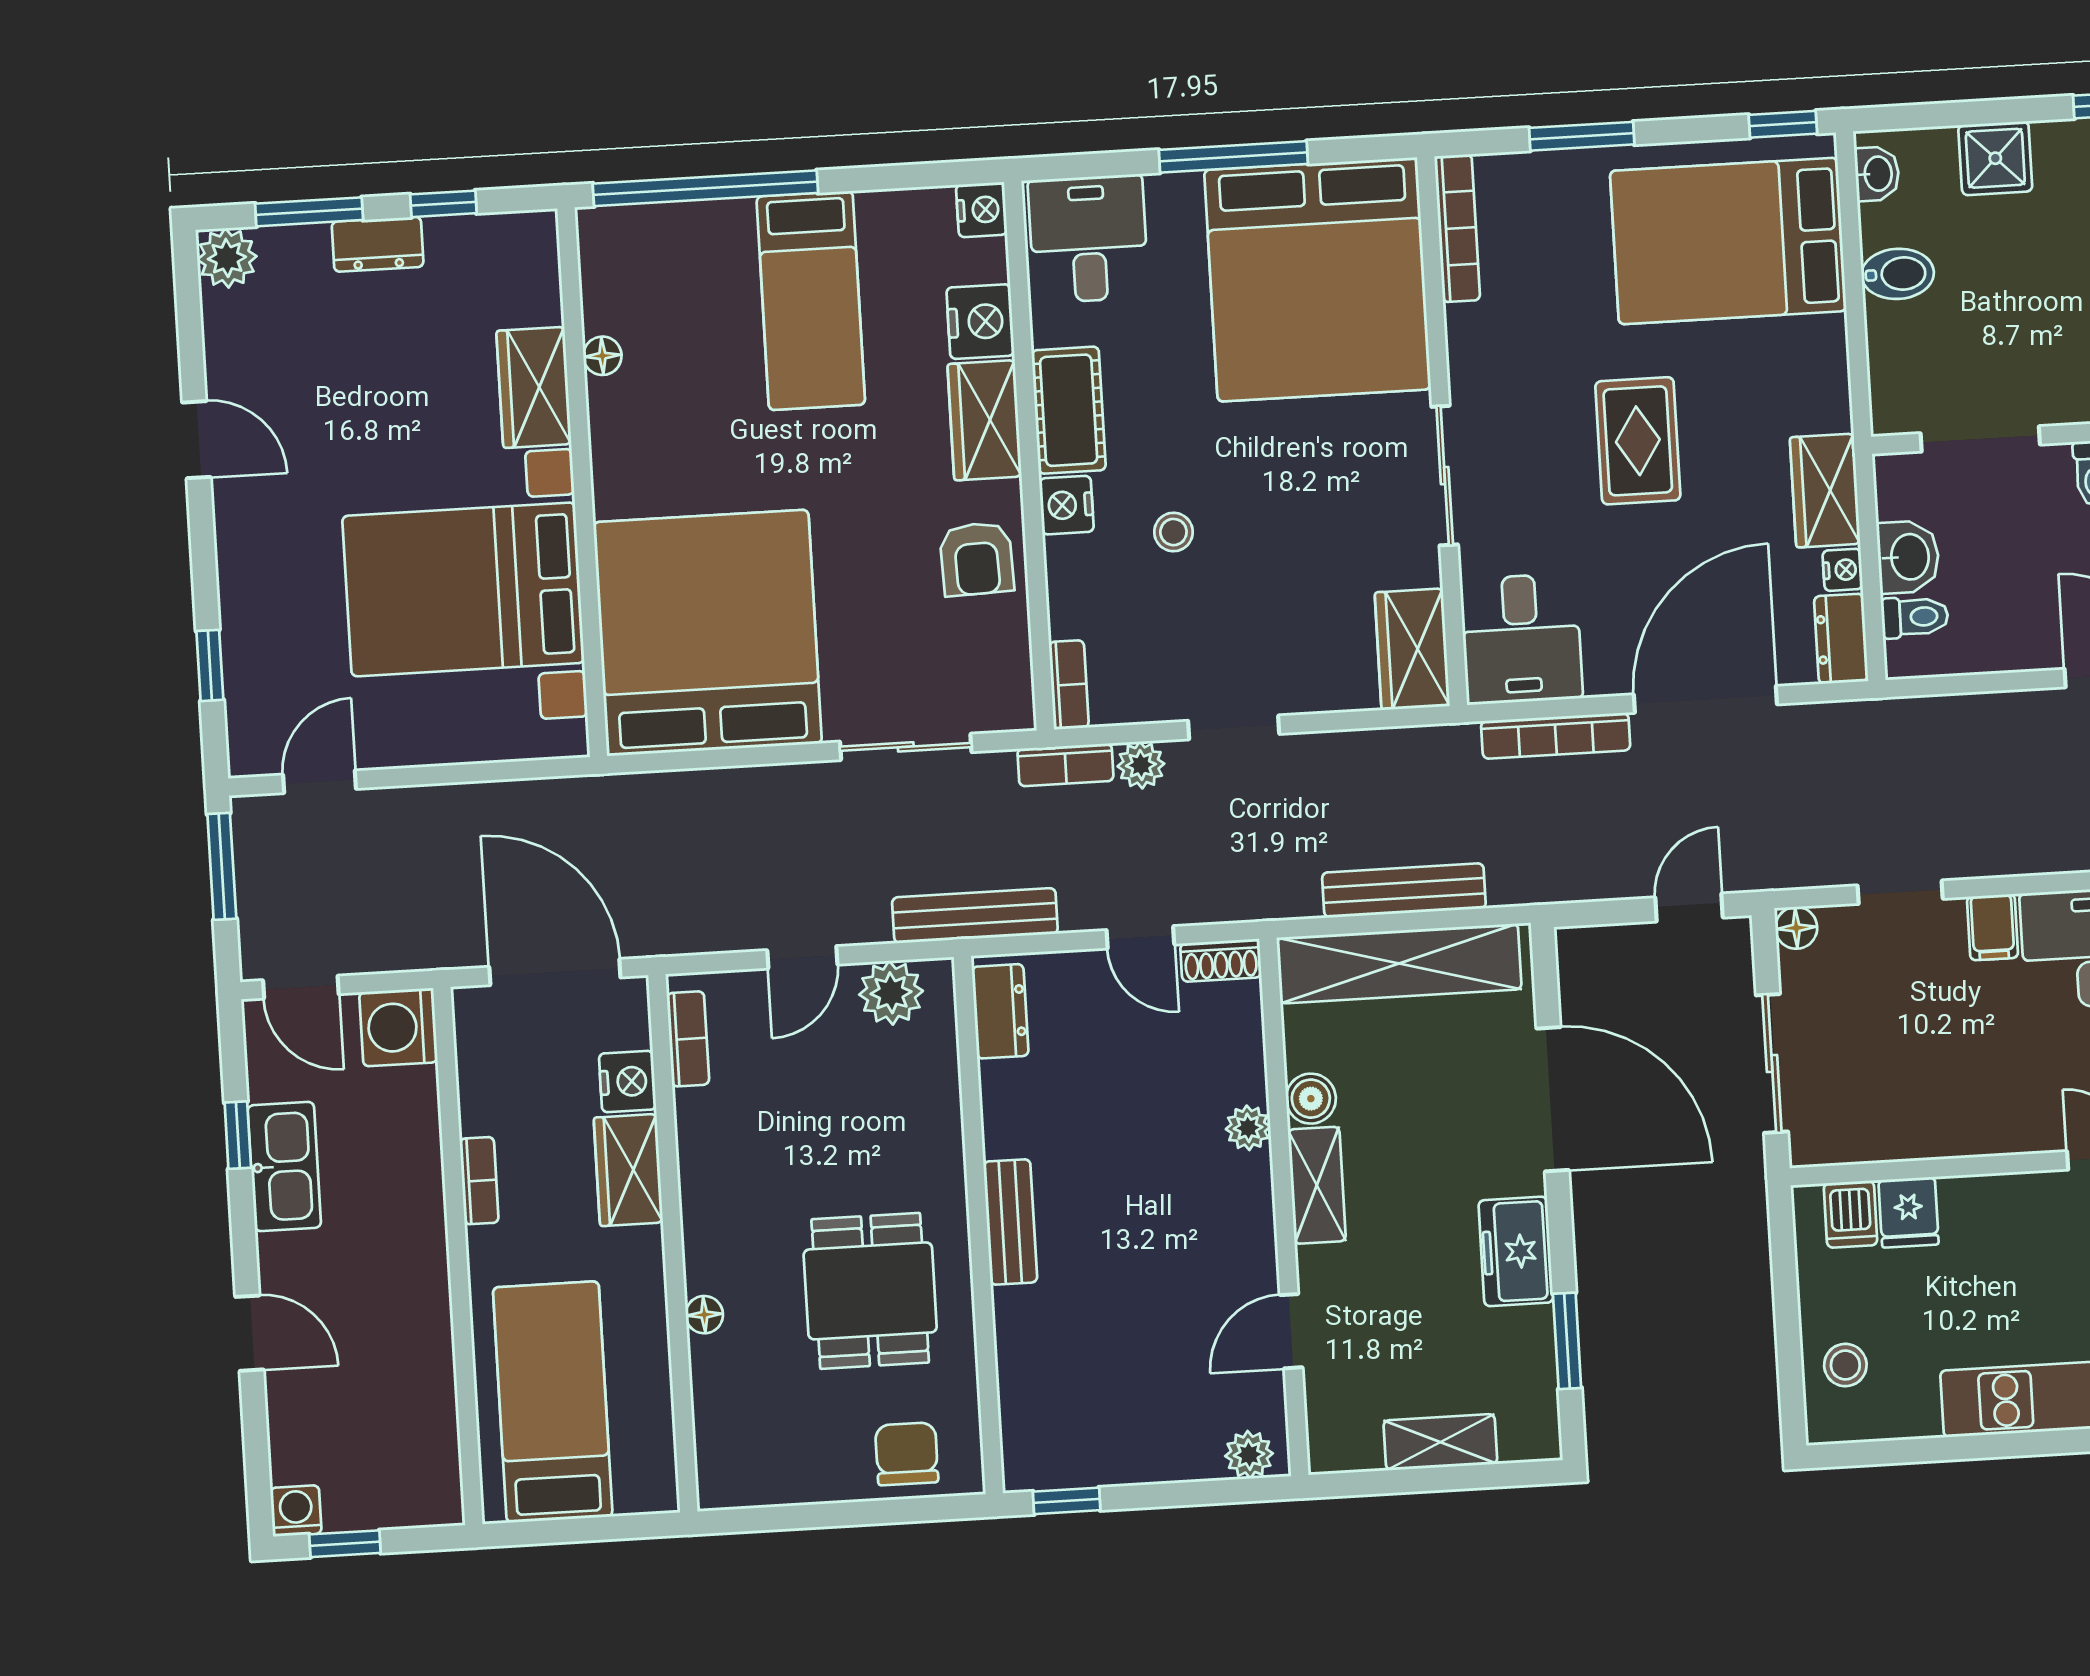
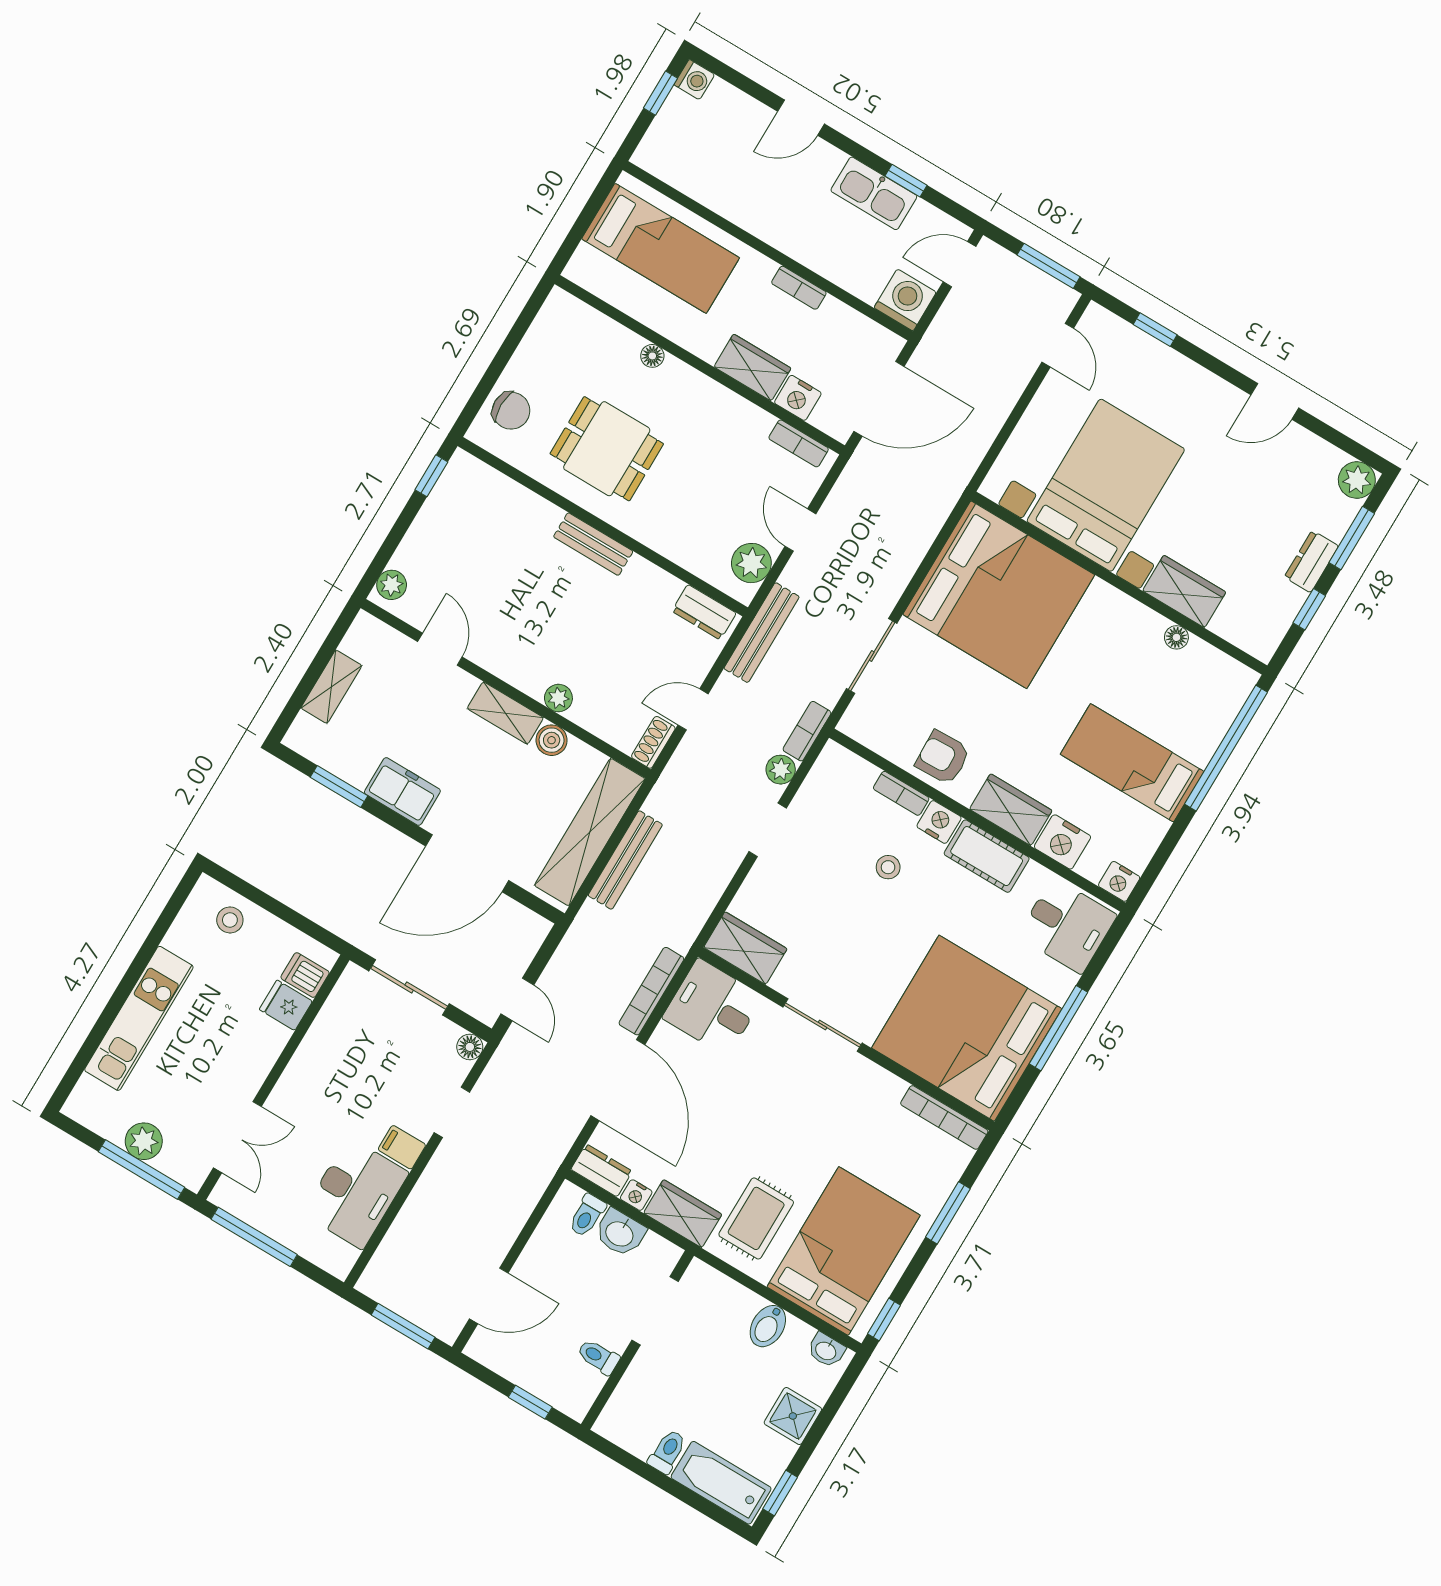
rug: (1638, 441) -> (756, 1218), moved, turned 90
bookcase: (1069, 685) -> (901, 793), moved

